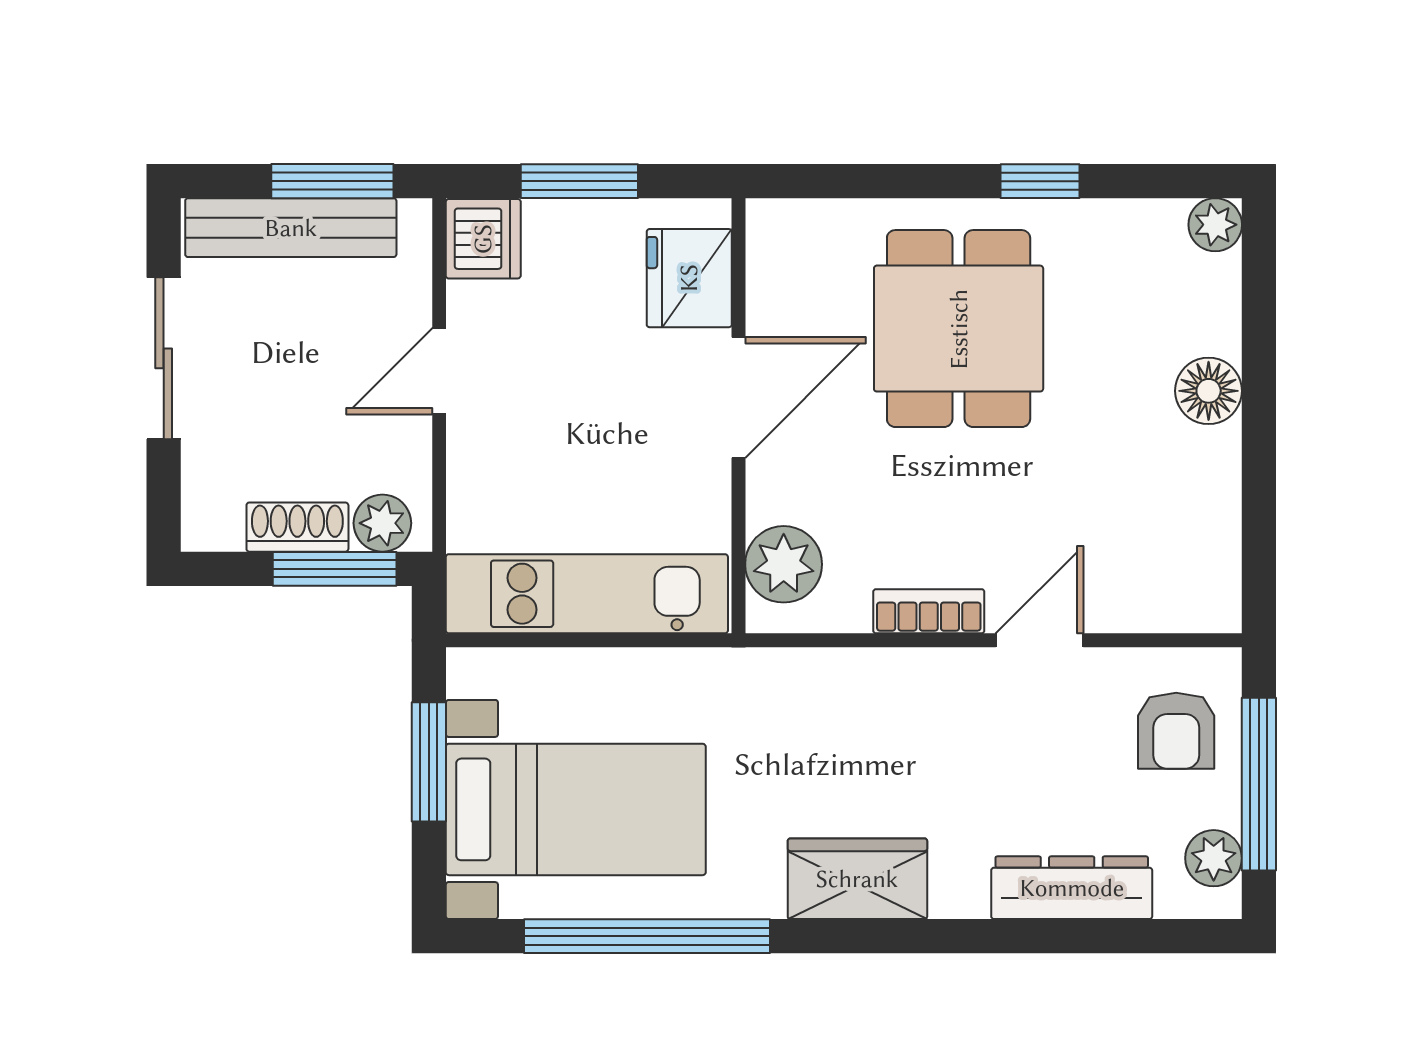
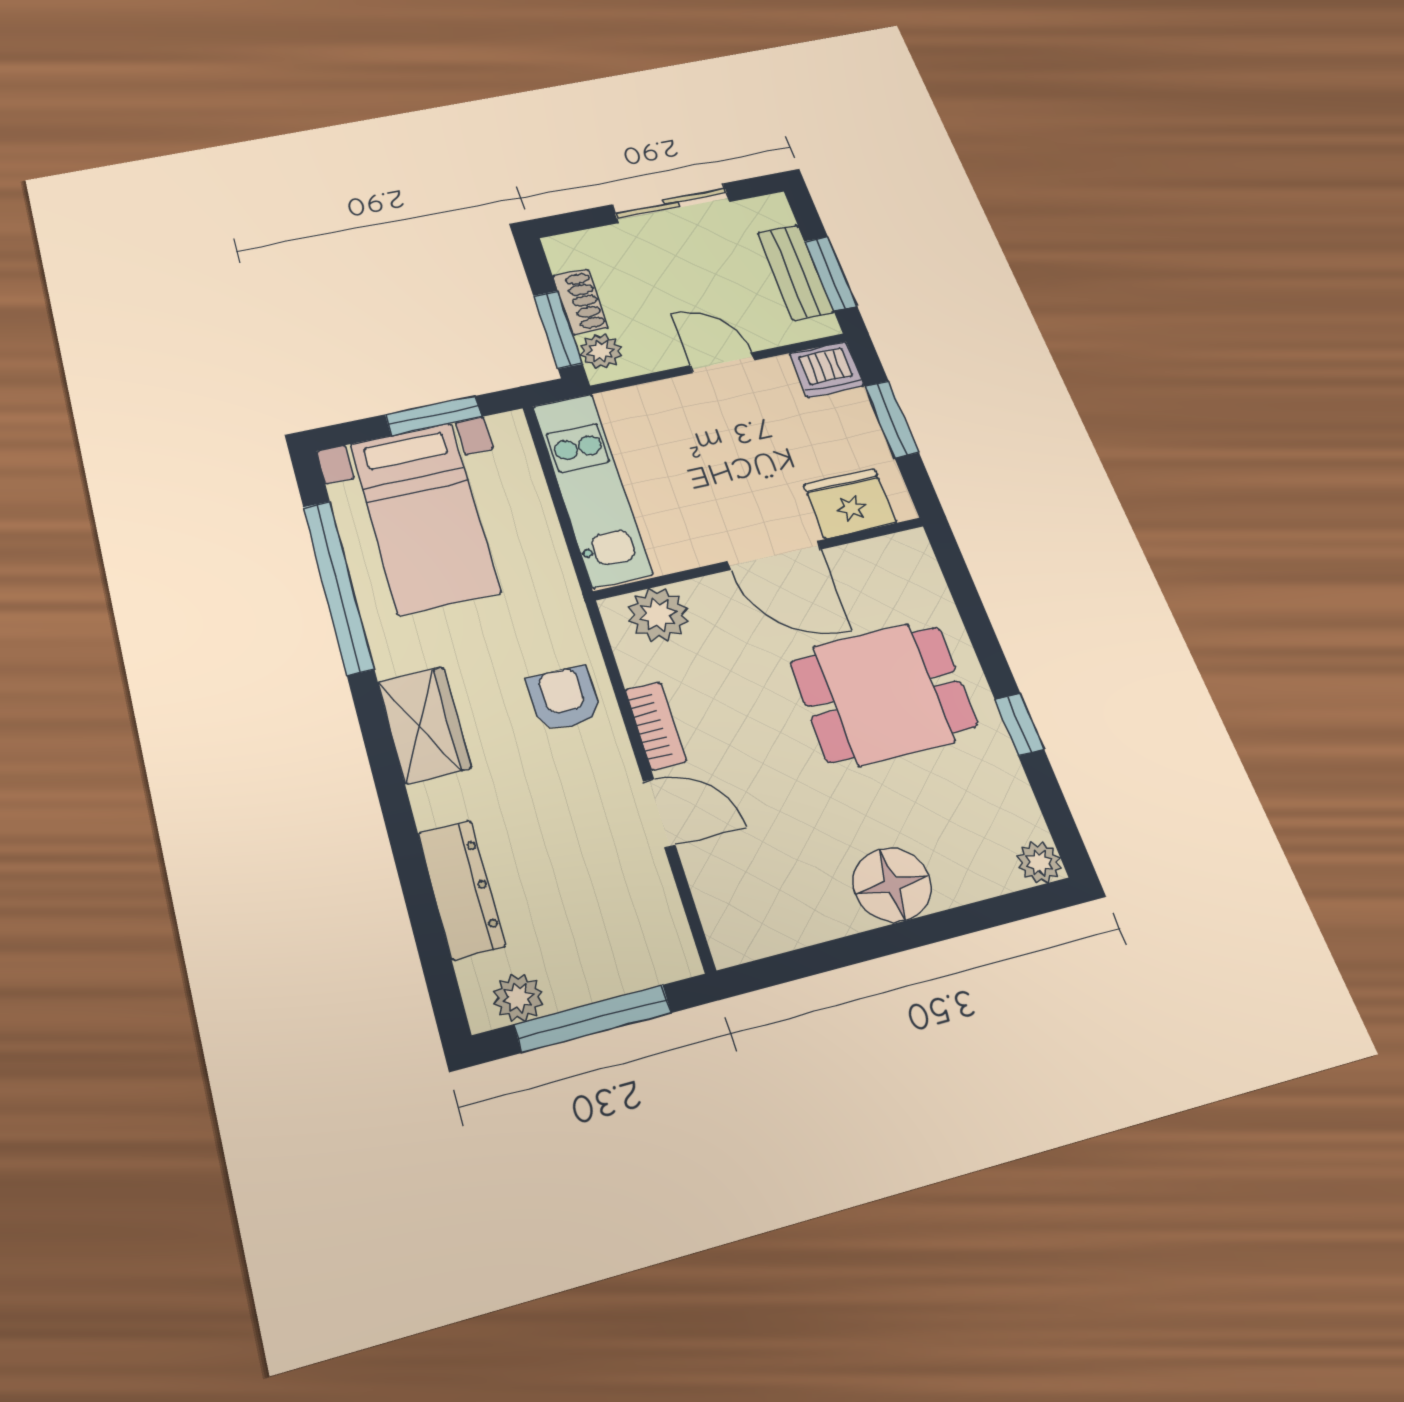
bench: (291, 228) -> (795, 272), width x0.73
floor lamp: (1209, 391) -> (892, 885), width x1.38, depth x1.38
armchair: (1176, 731) -> (564, 698), moved, turned 90

